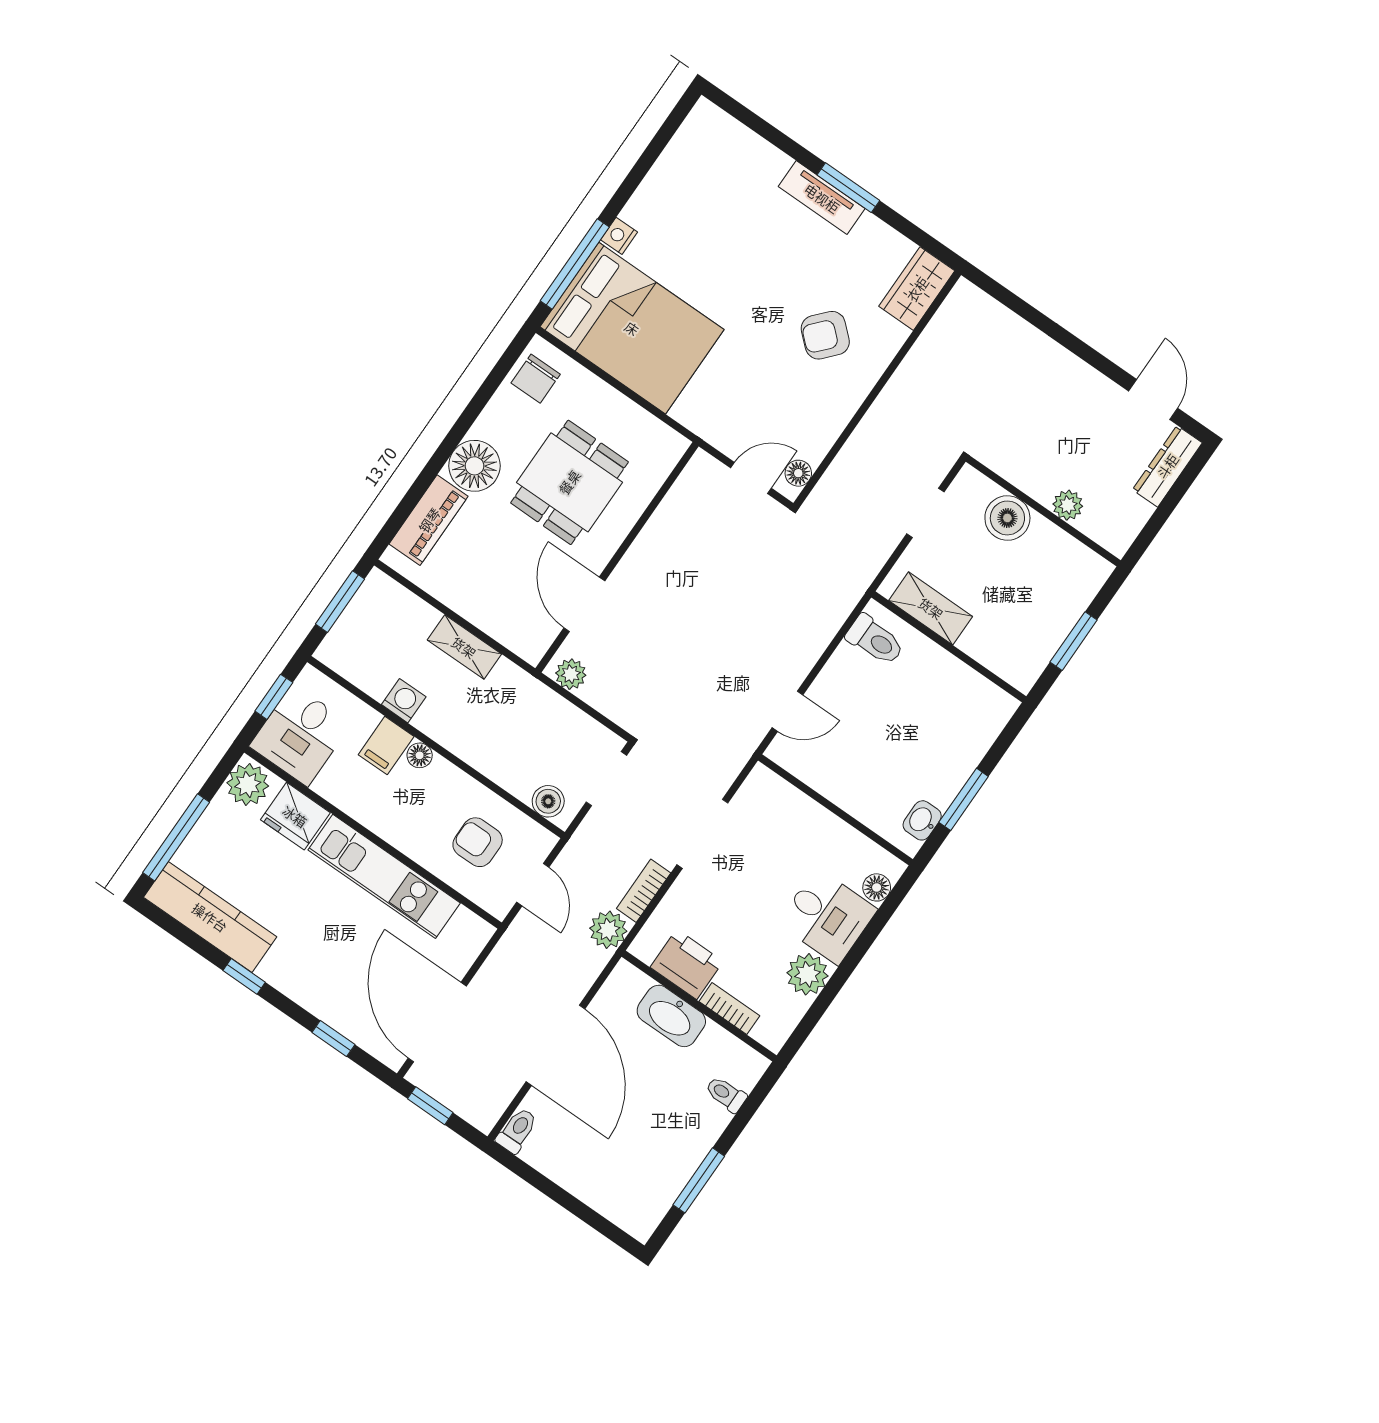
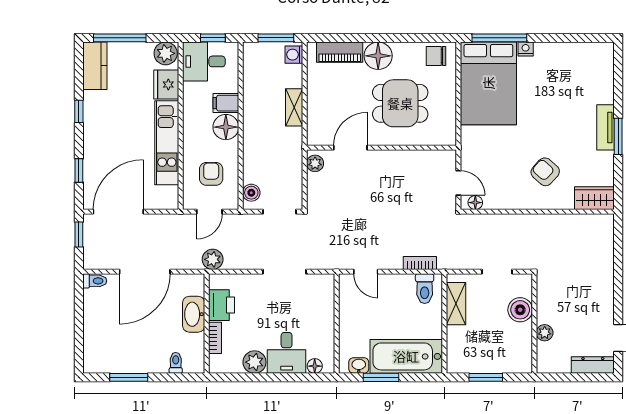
washing machine: (404, 701) -> (294, 55), moved, turned 180
bathtub: (958, 739) -> (406, 356), added
floor lamp: (420, 755) -> (226, 127), width x1.89, depth x1.89
bookcase: (644, 891) -> (420, 263), moved
kitchen counter: (210, 917) -> (95, 66), width x0.67

